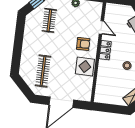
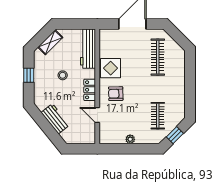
workbench: (102, 86) -> (88, 49), added

